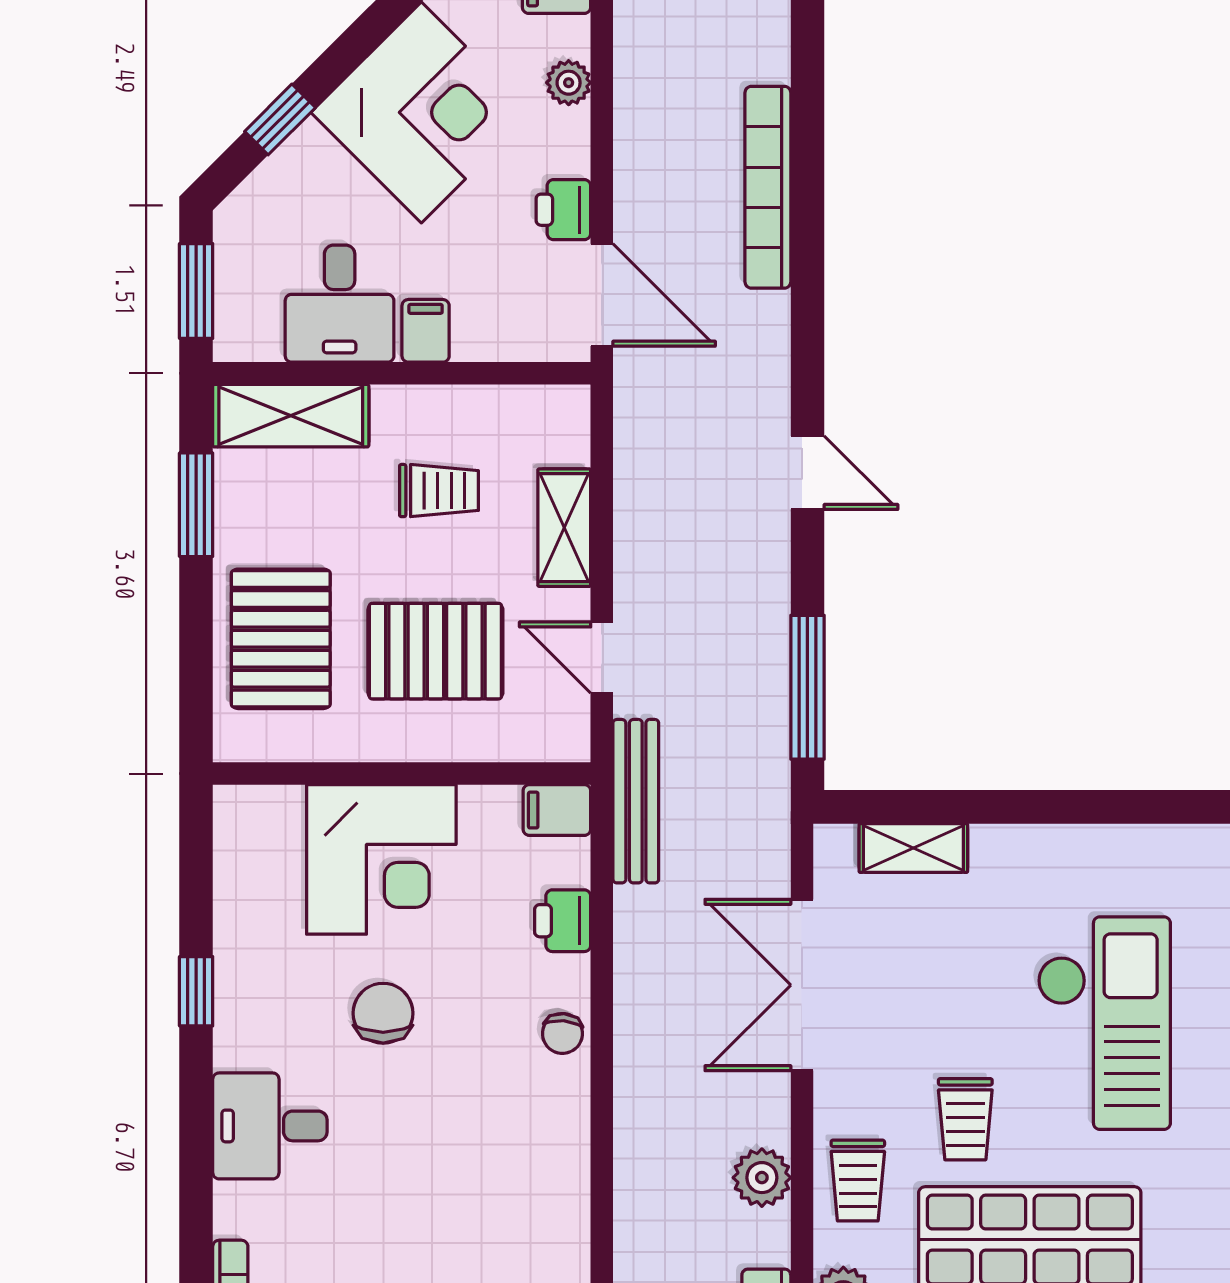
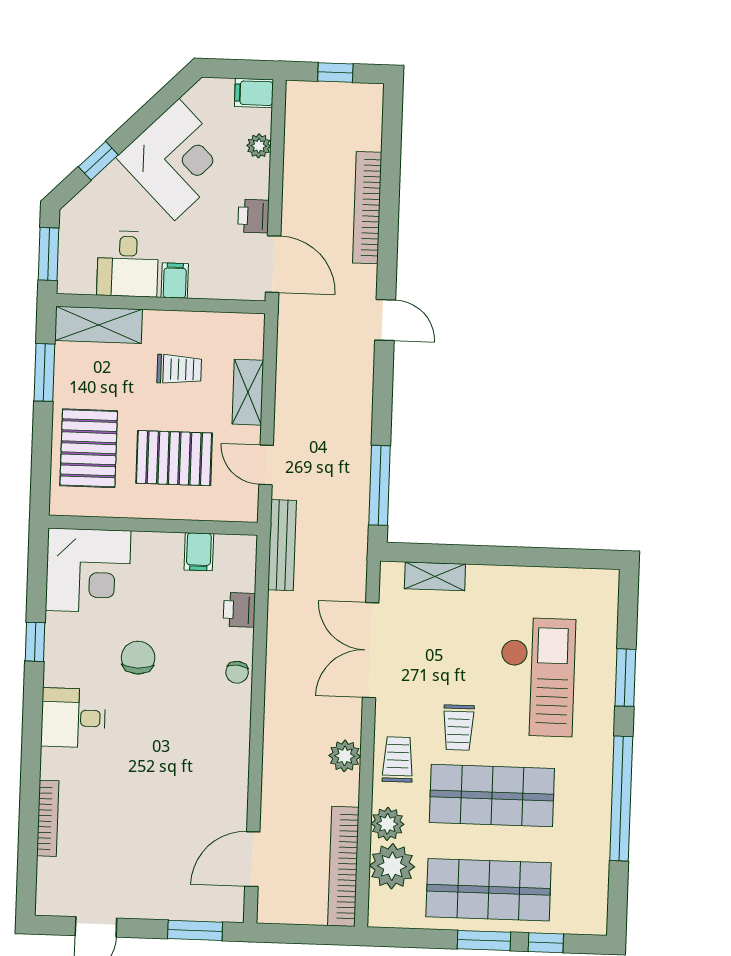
door: (807, 473) -> (385, 320), moved
filing cabinet: (557, 810) -> (199, 552), moved, turned -90
corner desk: (381, 859) -> (88, 571), moved
trolley: (858, 1181) -> (398, 759), turned 180

